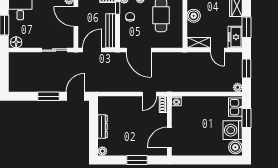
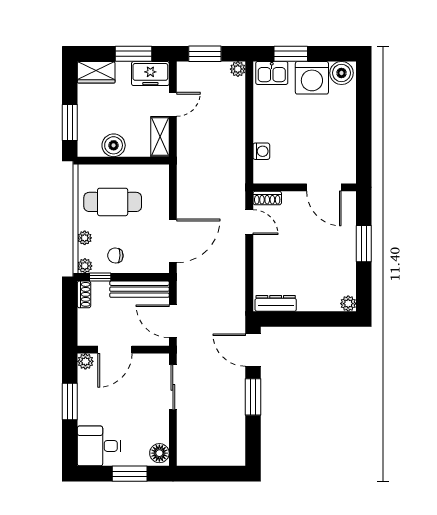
washing machine: (176, 101) -> (261, 151), moved
dresser: (103, 126) -> (276, 303), moved

